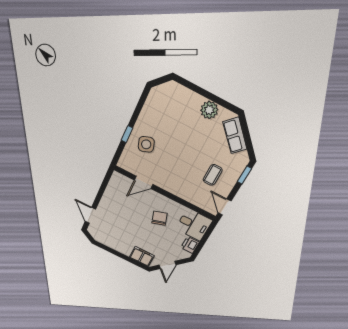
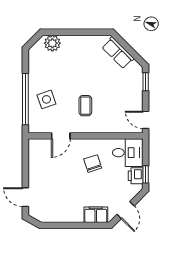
plant: (209, 110) -> (52, 43), moved
window: (127, 134) -> (25, 99), width x3.17
coffee table: (213, 175) -> (85, 106), moved
window: (199, 248) -> (146, 174), added

